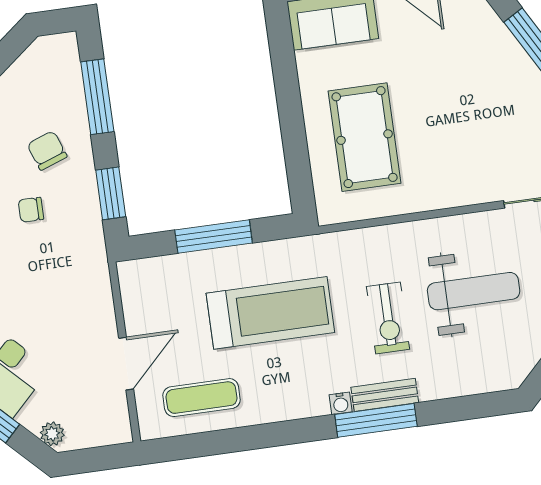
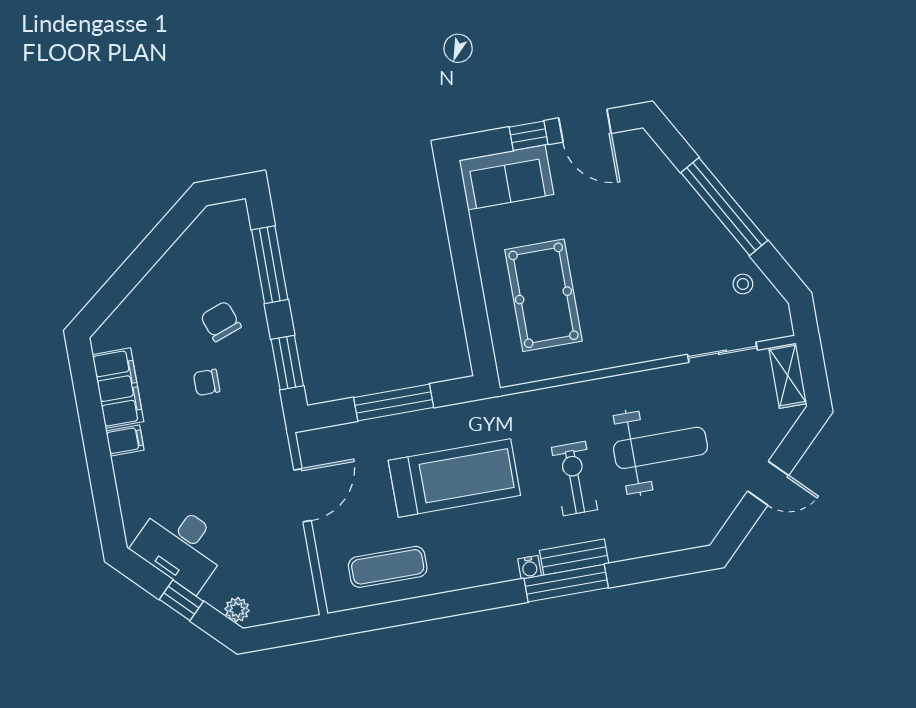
exercise bike: (388, 318) -> (574, 479), turned 180
door: (126, 364) -> (302, 495), moved

